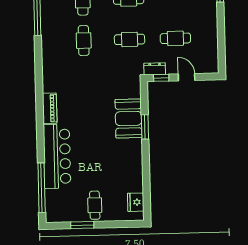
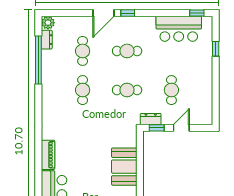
cafe table: (175, 38) -> (171, 90), turned 90
door: (187, 77) -> (181, 128), hinge flipped
window: (145, 127) -> (140, 175), removed

